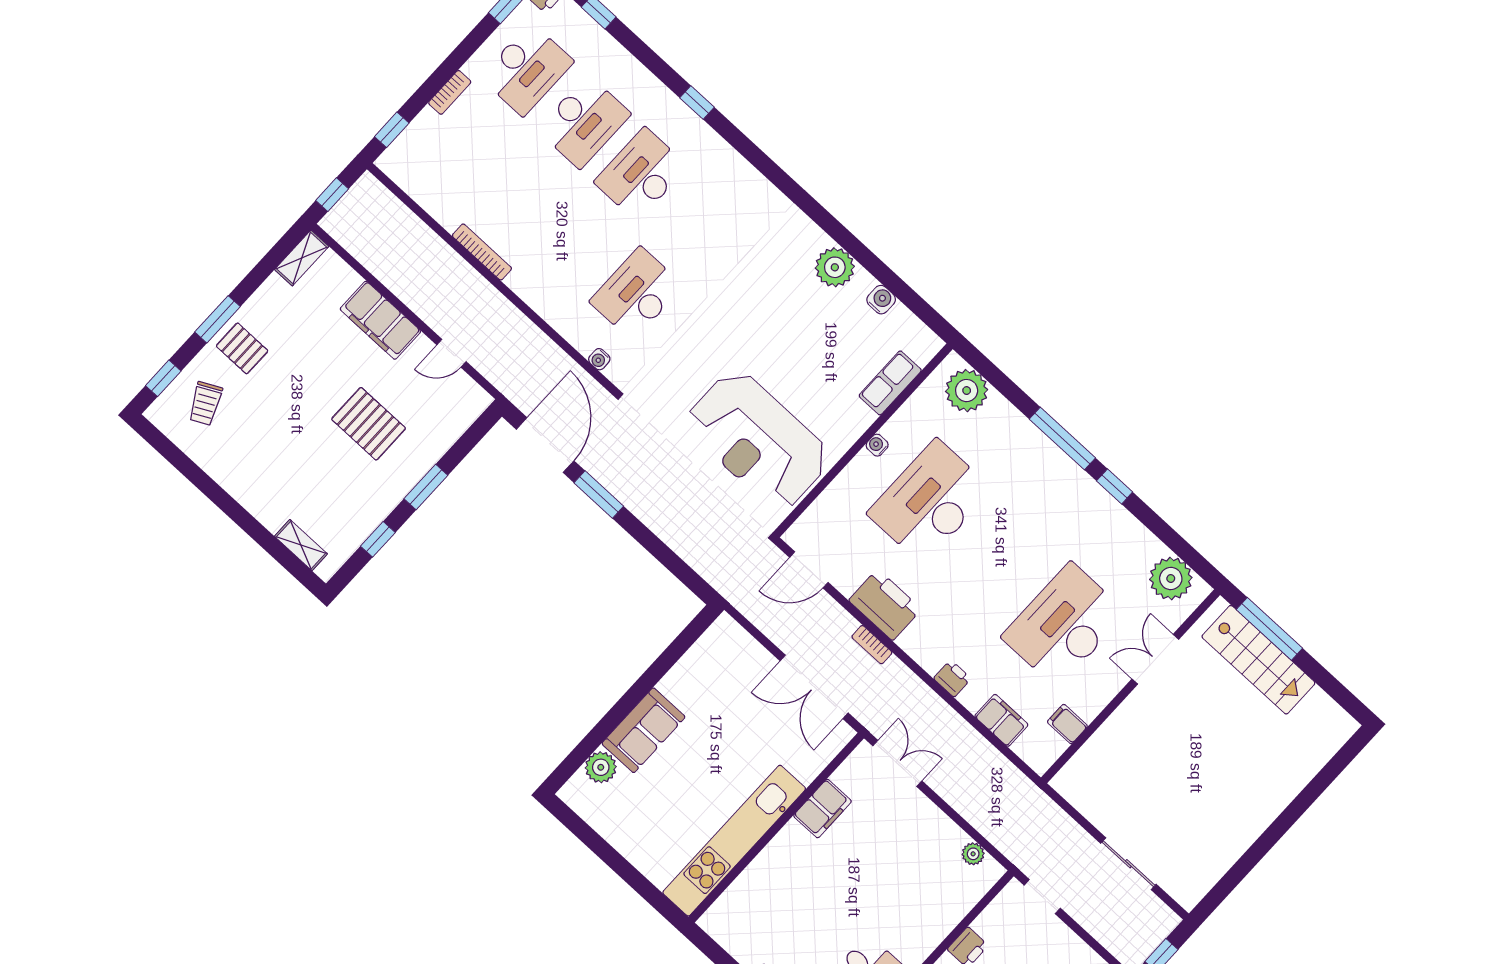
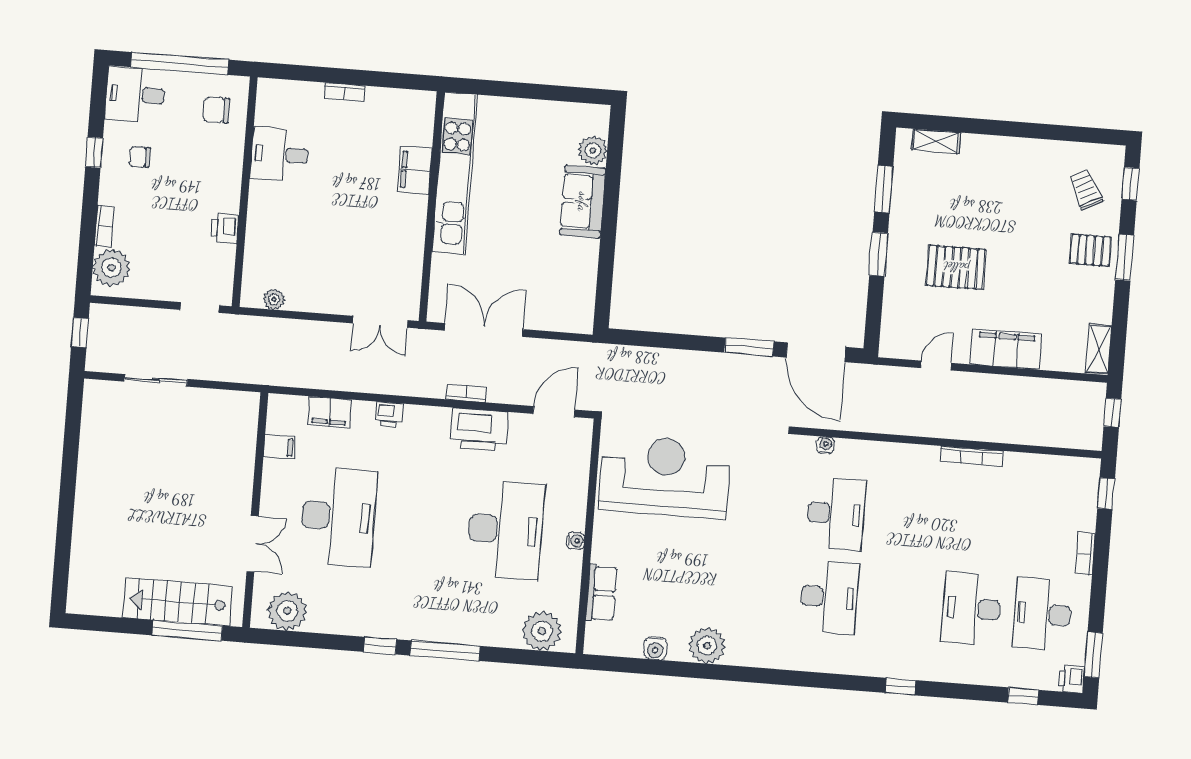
desk: (641, 174) -> (829, 597), moved
window: (378, 539) -> (884, 189), width x1.50
filing cabinet: (822, 809) -> (415, 170), moved

